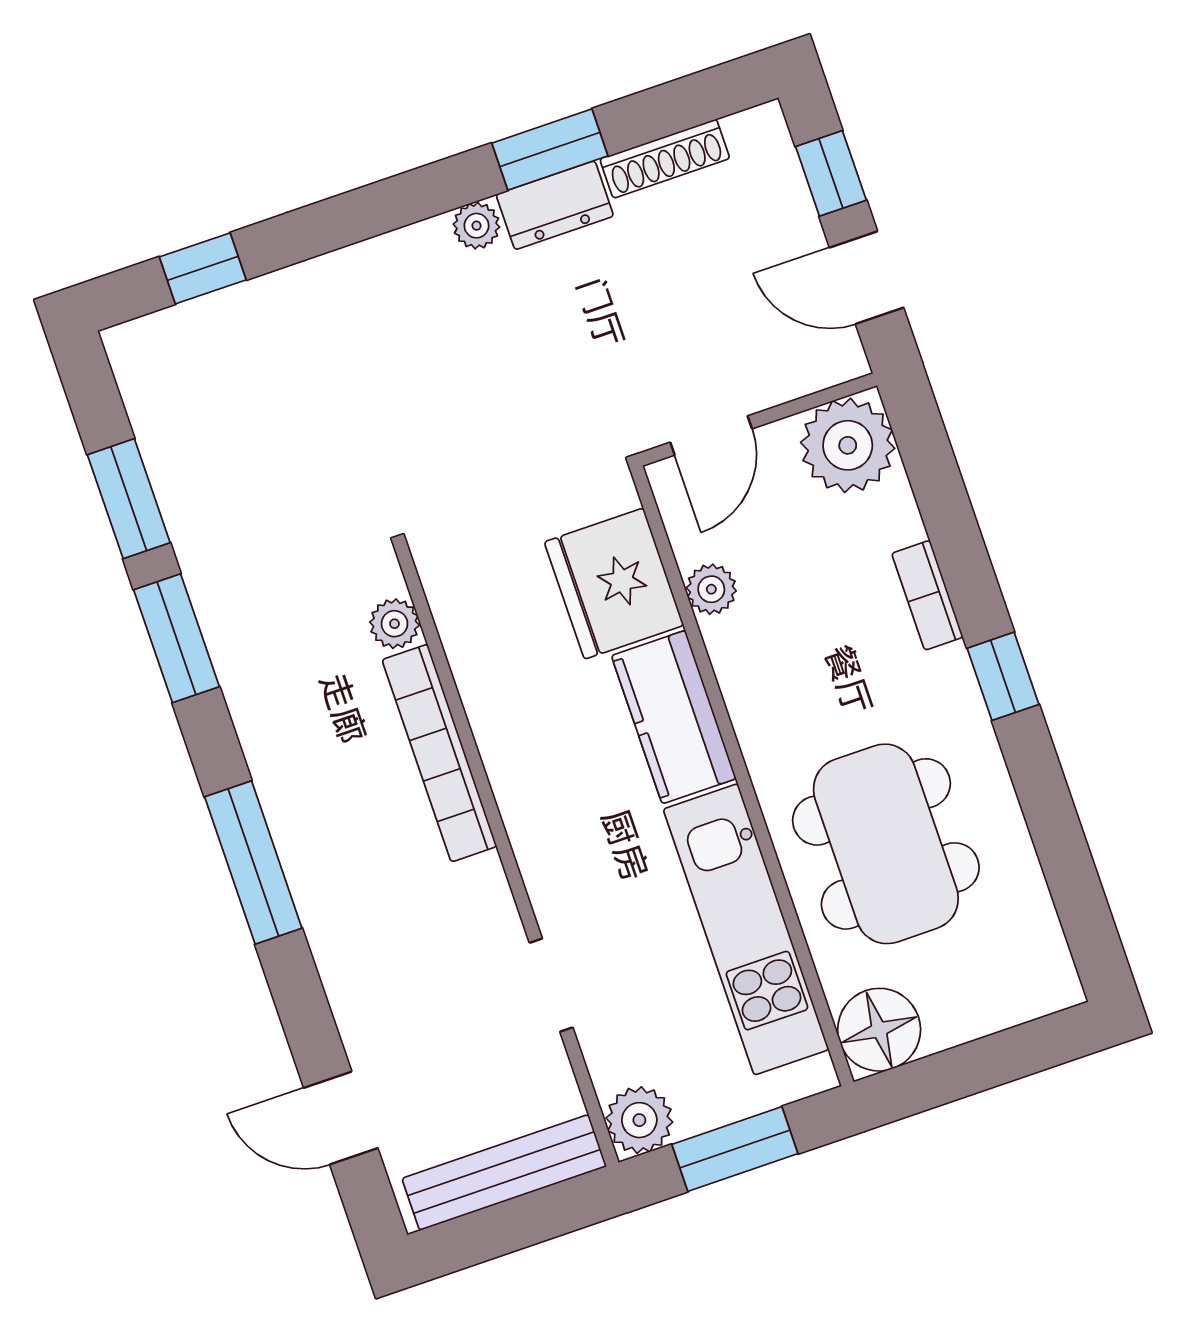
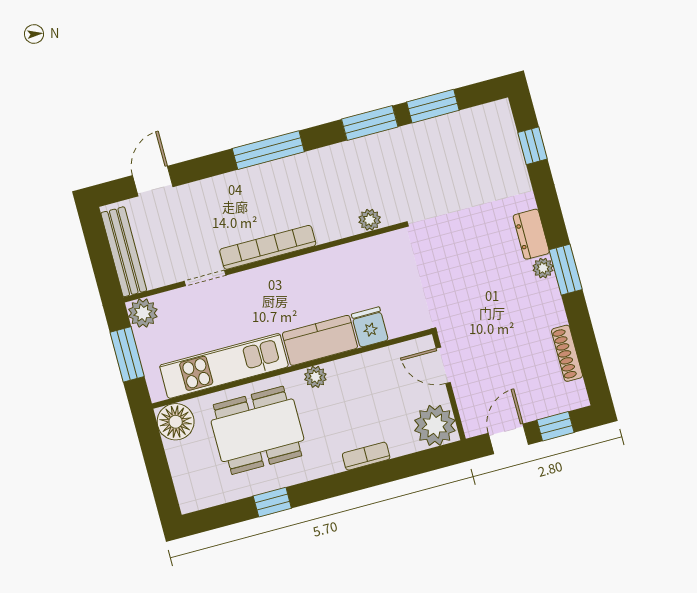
window: (550, 150) -> (566, 270), moved
dresser: (555, 205) -> (531, 234), moved
fridge: (614, 584) -> (370, 327), width x0.53, depth x0.75
plant: (711, 589) -> (315, 377), moved
window: (1003, 676) -> (272, 502), moved
bookcase: (439, 753) -> (268, 247), moved

